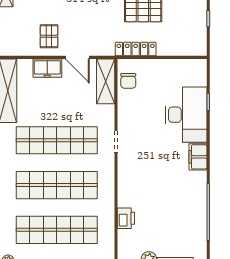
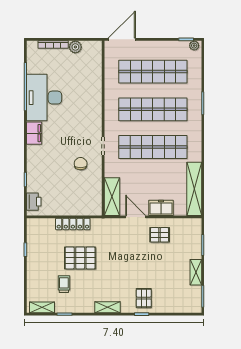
pallet: (49, 36) -> (160, 235), turned 90
locker: (136, 49) -> (73, 224), moved
chair: (128, 81) -> (81, 164), moved
desk: (186, 115) -> (44, 98), moved
printer: (126, 218) -> (34, 202), moved, turned 180

